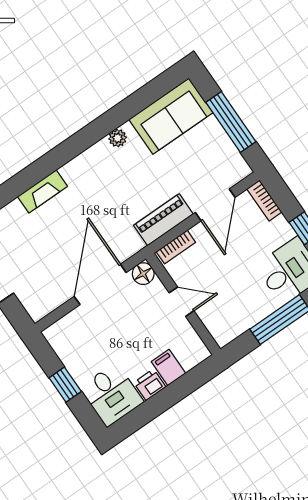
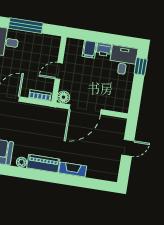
piano: (163, 220) -> (43, 163), moved, turned 180
door: (182, 302) -> (59, 71), hinge flipped
window: (65, 385) -> (141, 66), moved

